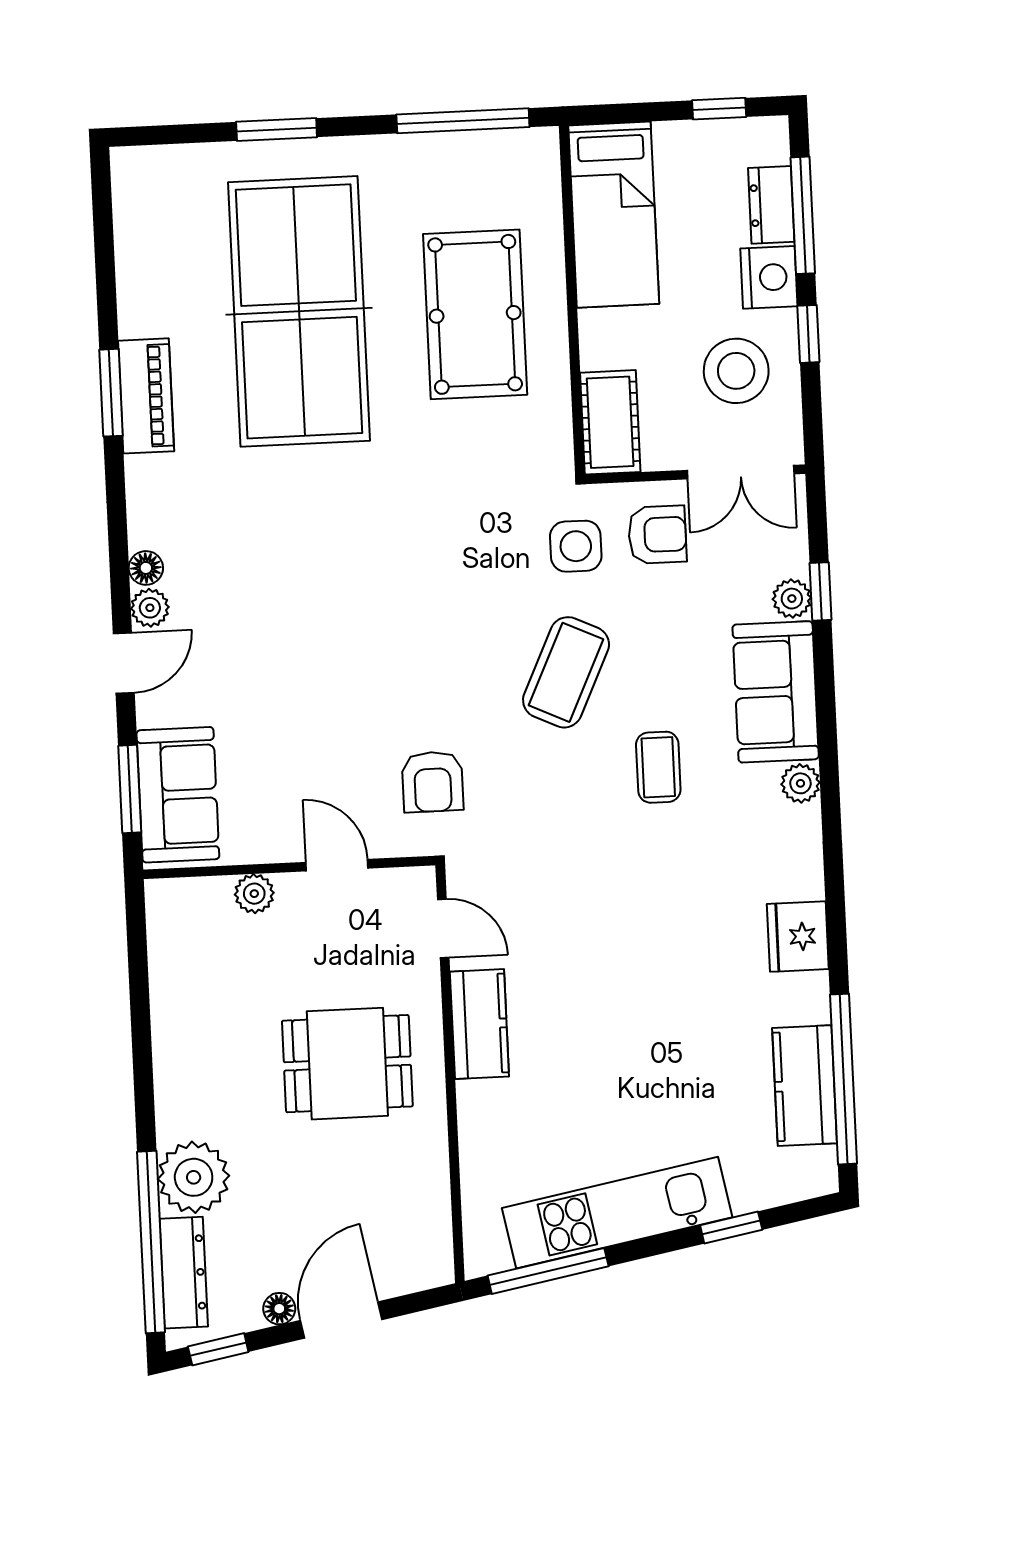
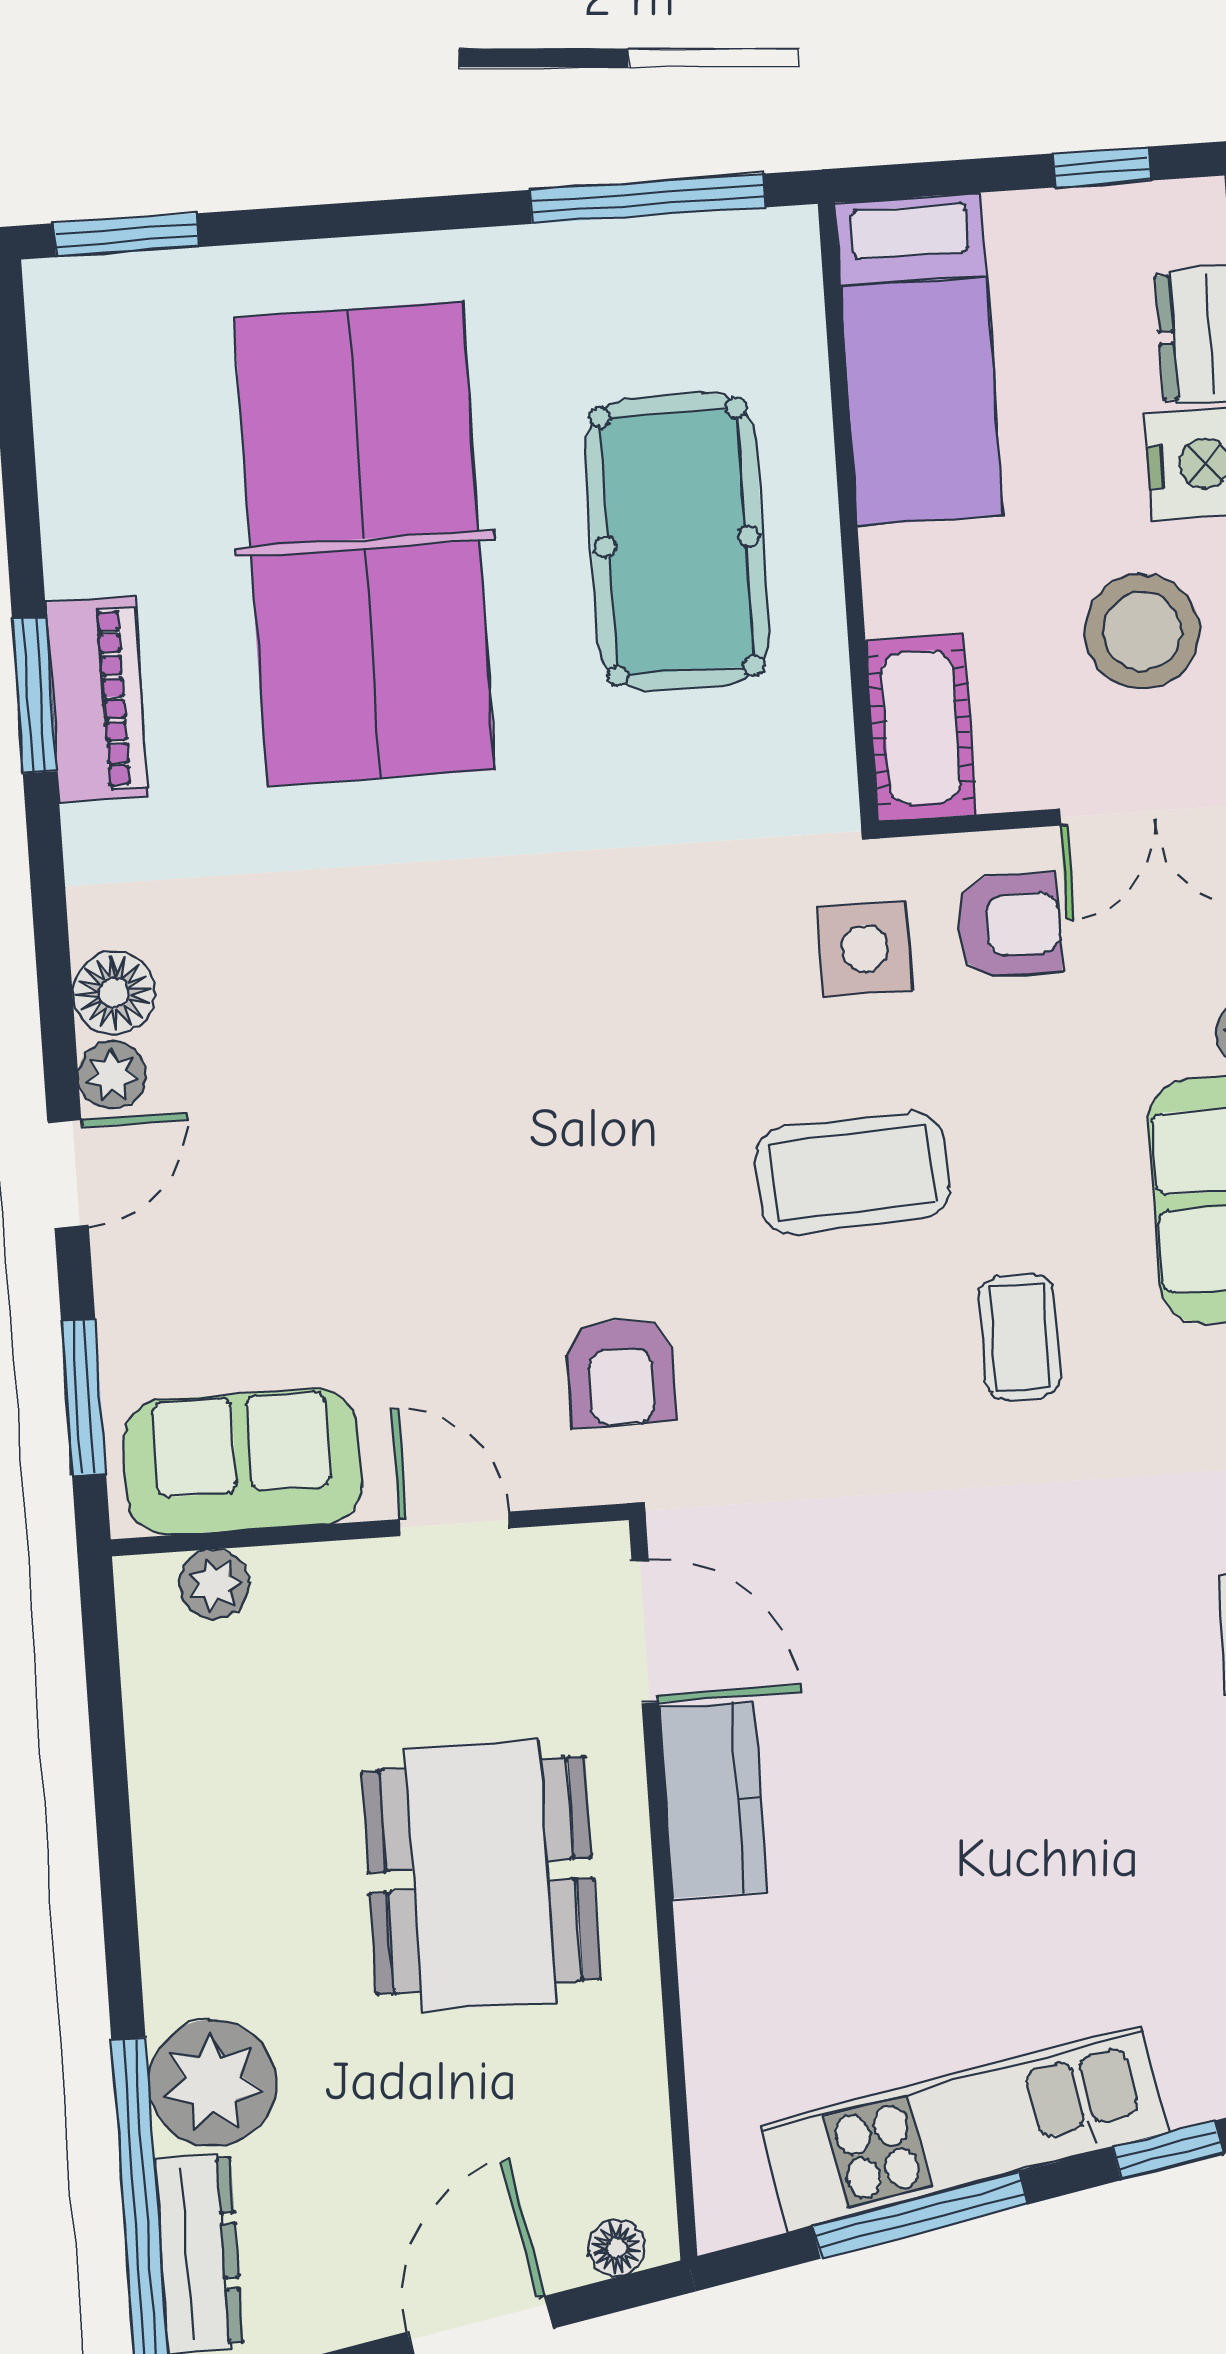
window: (277, 130) -> (126, 235), moved
floor lamp: (146, 568) -> (114, 993), width x1.37, depth x1.37
coffee table: (566, 672) -> (853, 1173), turned 62
sofa: (178, 795) -> (243, 1462), moved, turned -90
plant: (254, 894) -> (214, 1584), moved
door: (443, 928) -> (645, 1632), width x1.38
dining table: (347, 1064) -> (481, 1875), width x1.38
window: (548, 1271) -> (920, 2215), moved
floor lamp: (279, 1309) -> (617, 2248), moved

